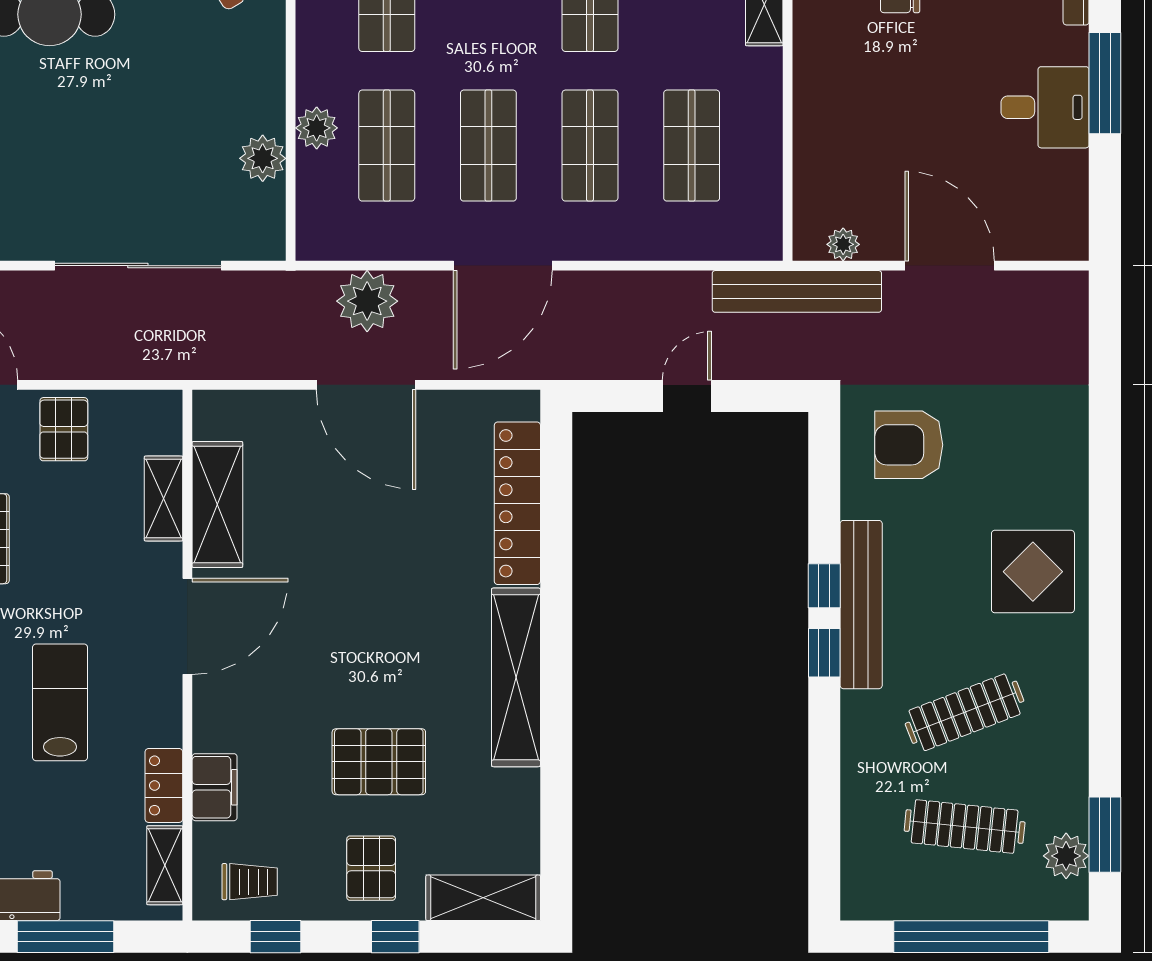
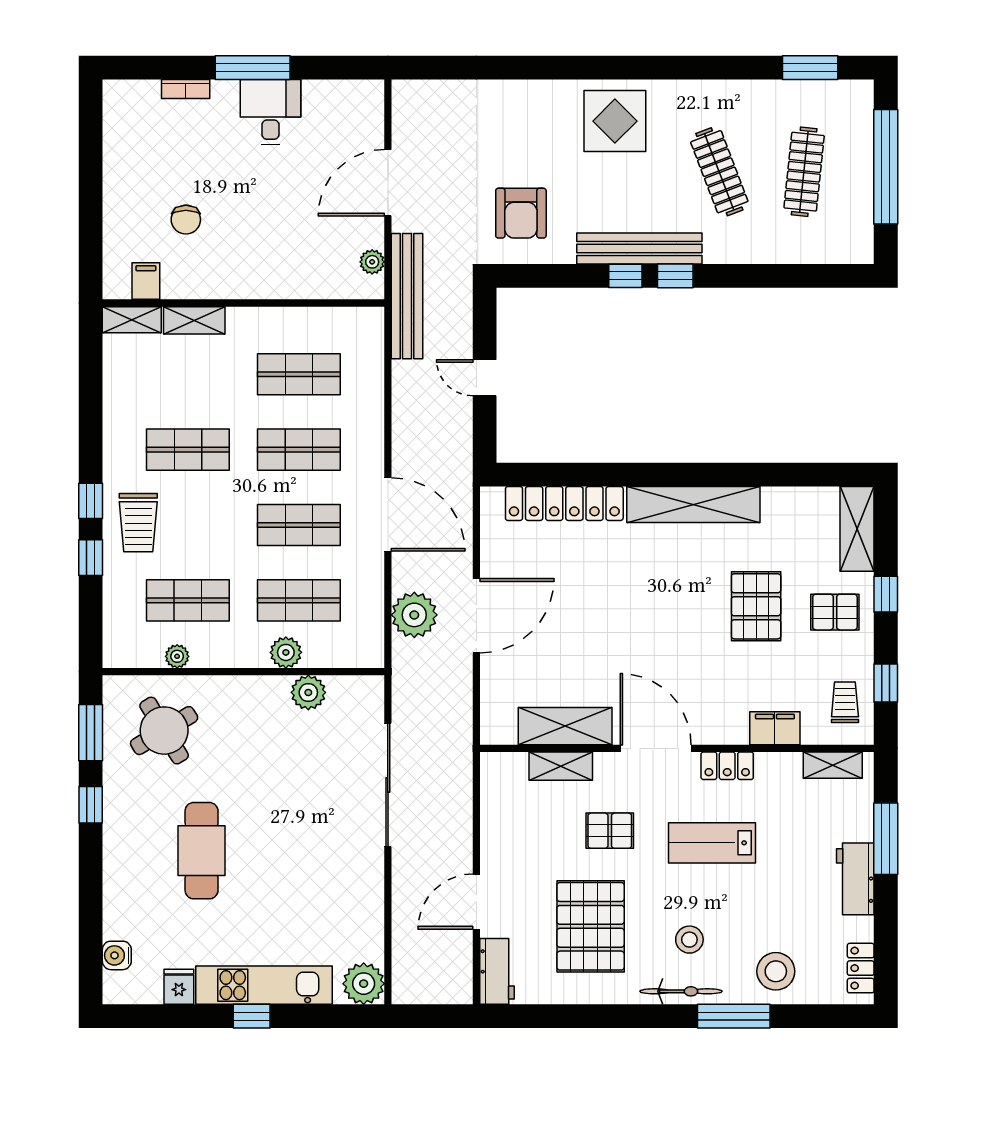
pallet: (64, 429) -> (610, 831), moved
locker: (164, 785) -> (727, 766), moved
plant: (1066, 856) -> (826, 96), removed

